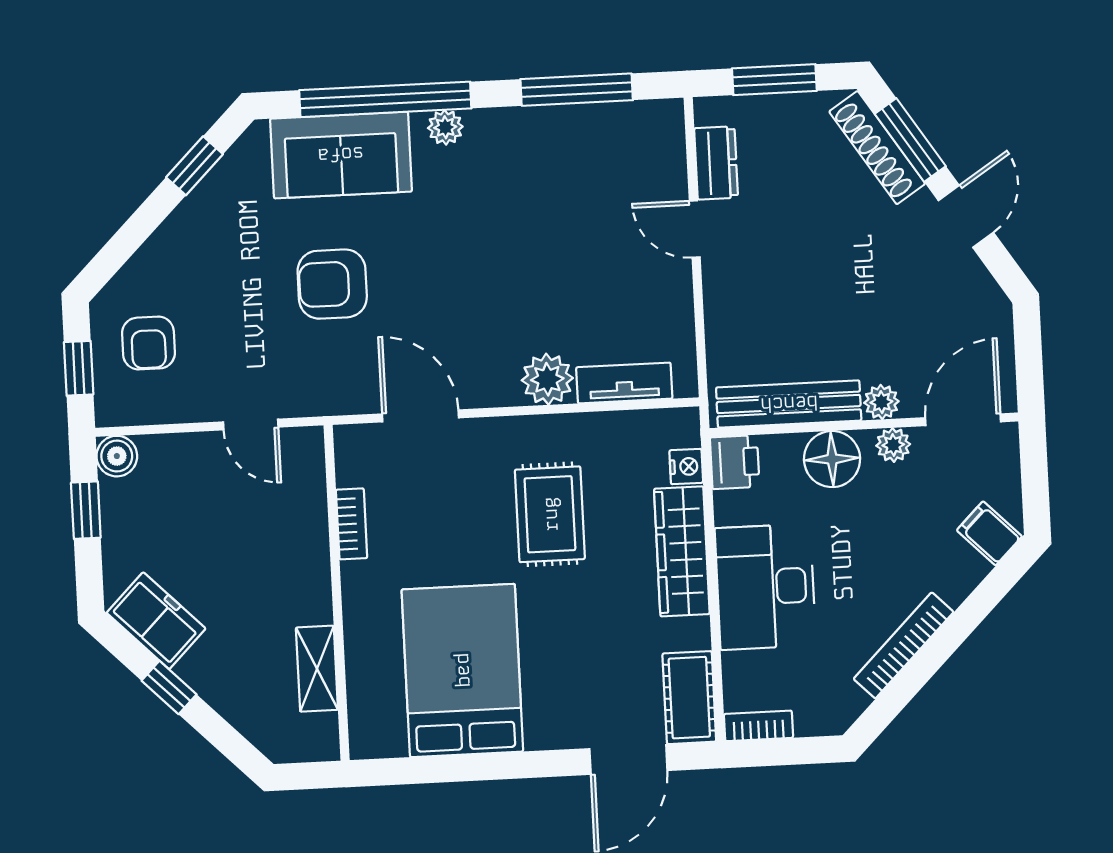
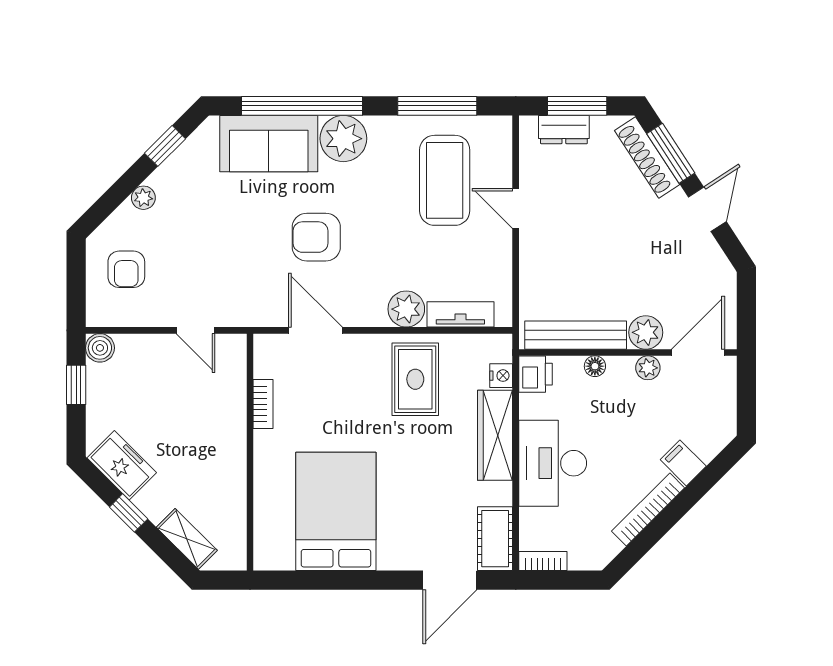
plant: (445, 127) -> (343, 139), width x1.87, depth x1.87
dresser: (716, 163) -> (564, 130), moved, turned 90
coffee table: (592, 194) -> (445, 180), added
plant: (167, 241) -> (143, 198), added
armchair: (332, 284) -> (316, 237), moved
window: (79, 368) -> (76, 285), removed
plant: (881, 402) -> (646, 332), width x1.38, depth x1.38
floor lamp: (832, 459) -> (595, 366), width x0.53, depth x0.53
rug: (550, 514) -> (415, 379), moved
filing cabinet: (989, 533) -> (683, 463), moved
shelving: (317, 669) -> (187, 539), moved, turned -45

